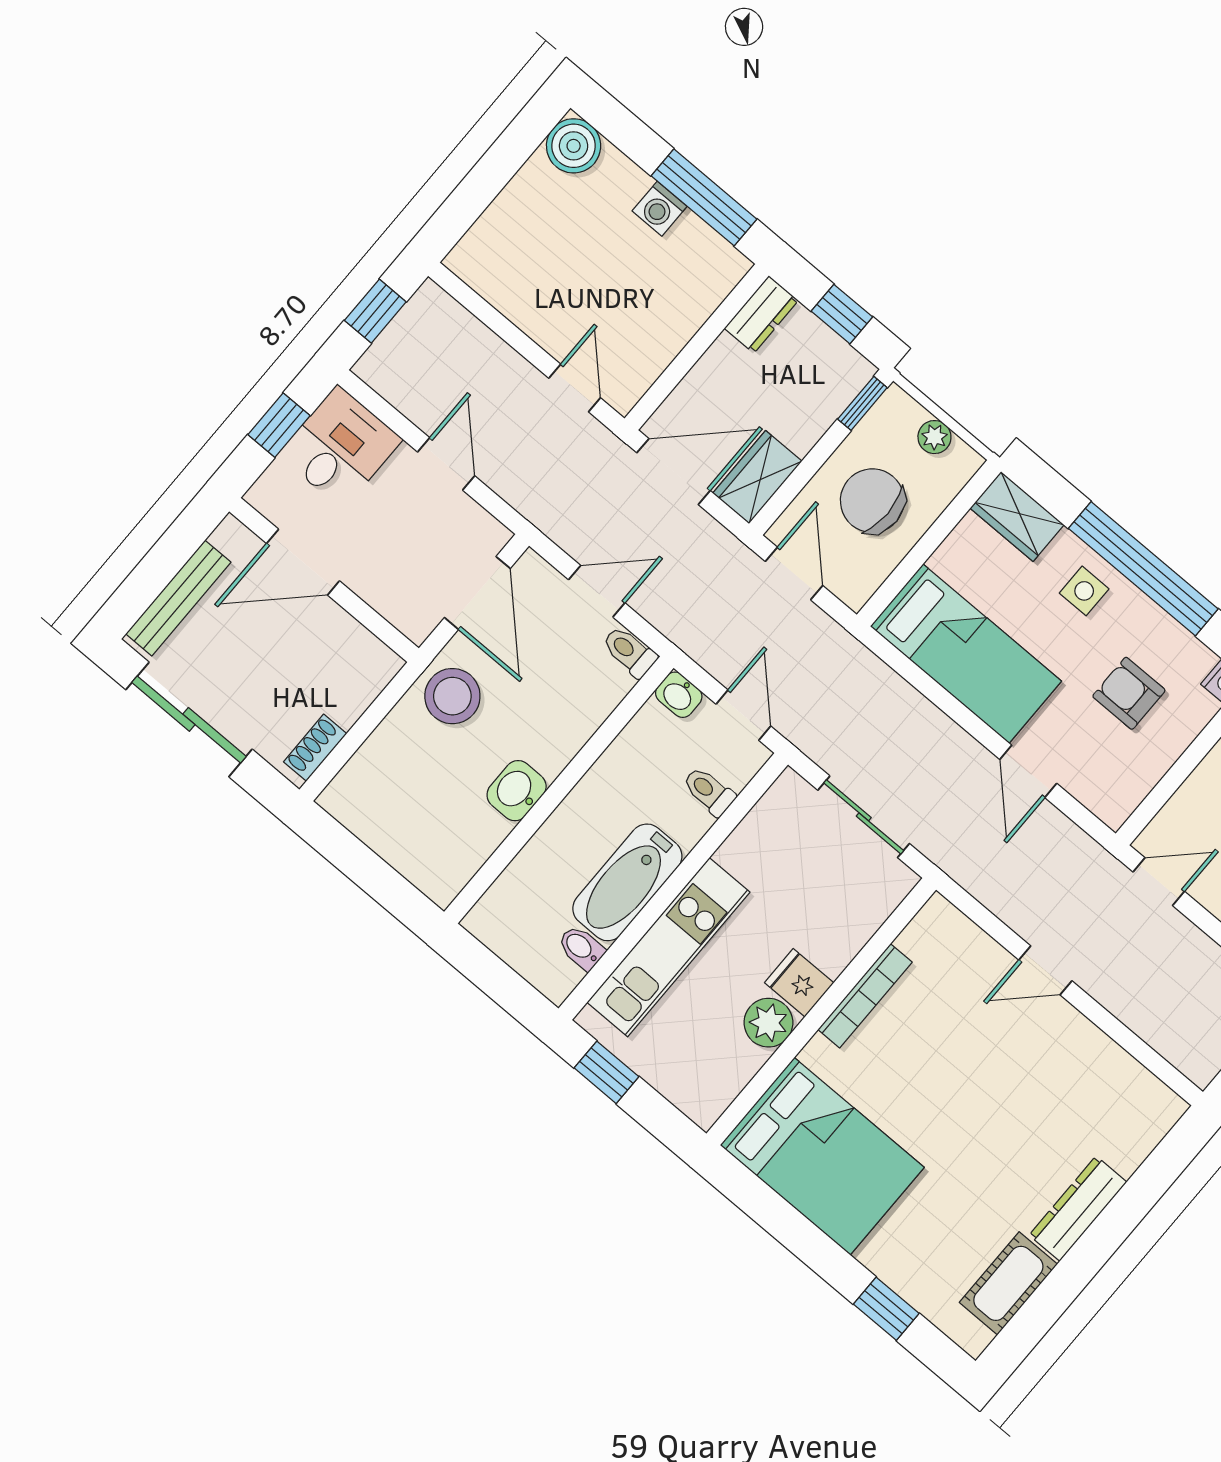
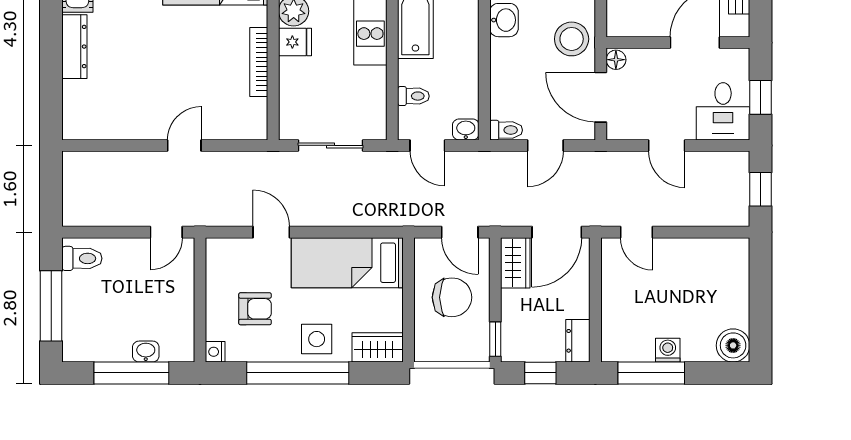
plant: (934, 437) -> (448, 352), removed
side table: (1084, 591) -> (317, 339), width x1.37, depth x1.37
floor lamp: (419, 624) -> (616, 60), added

